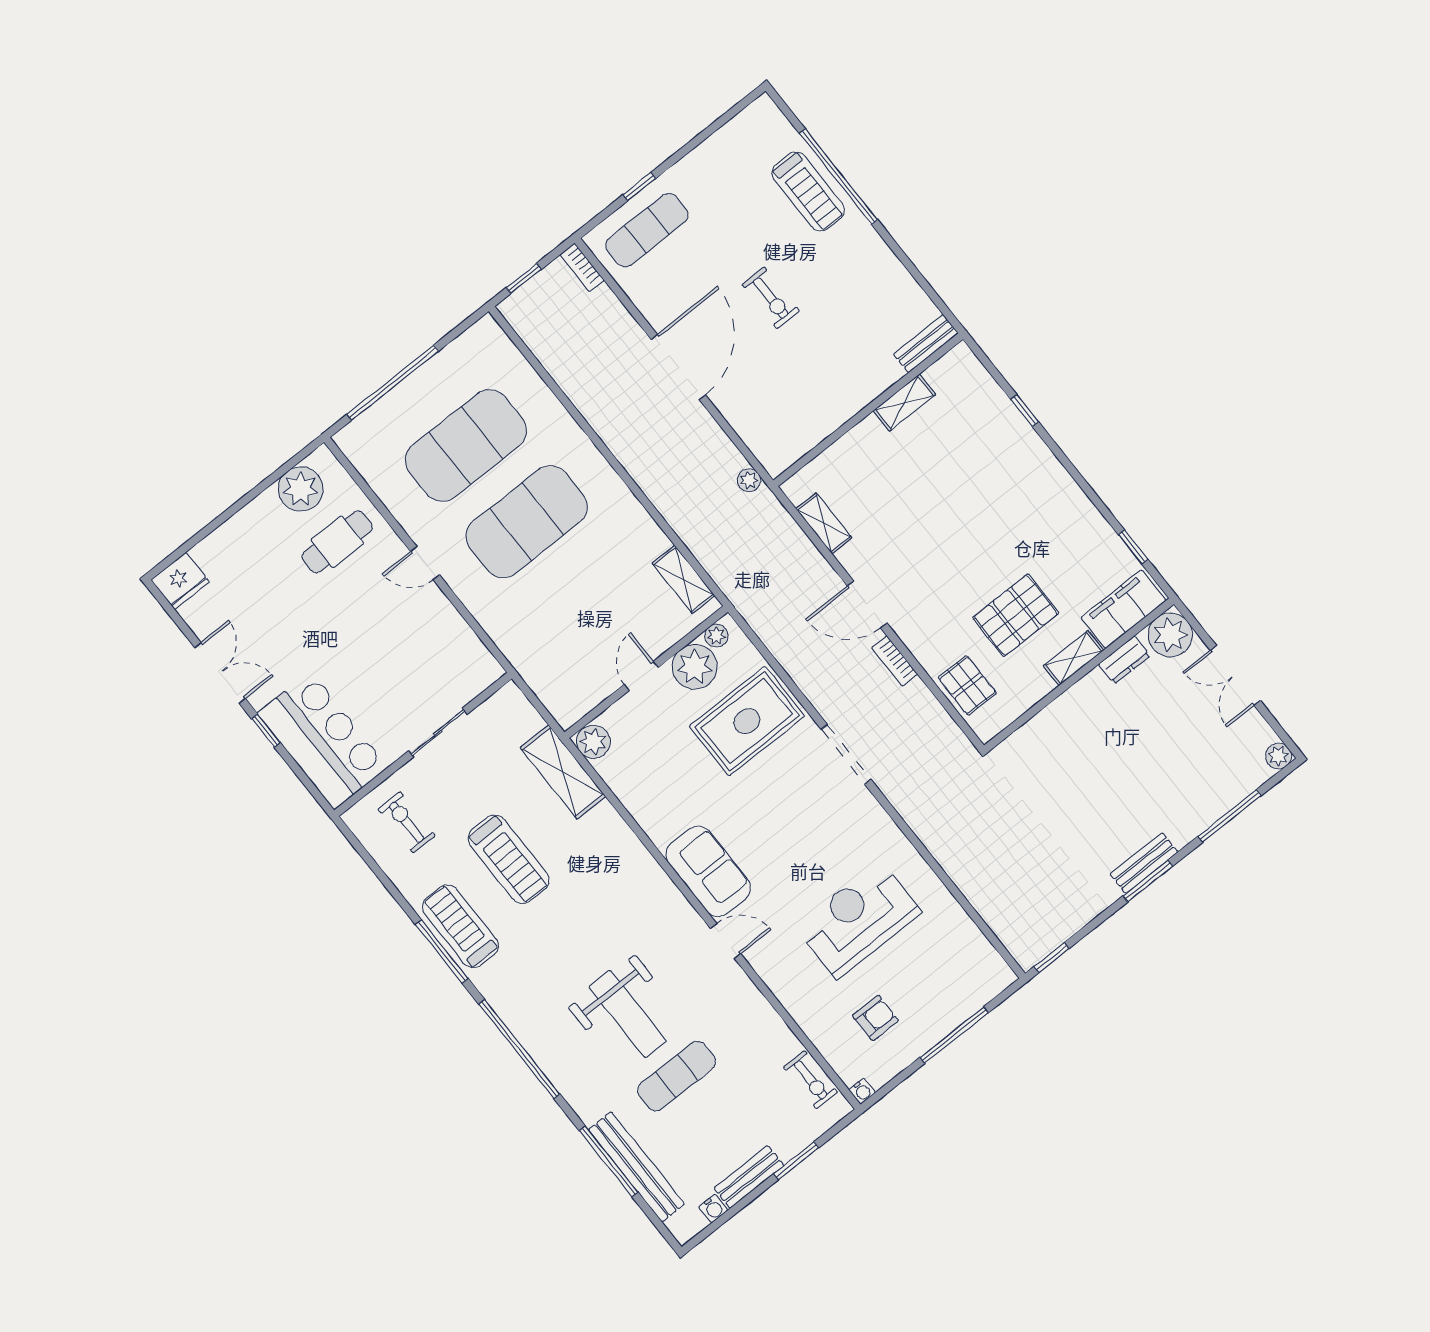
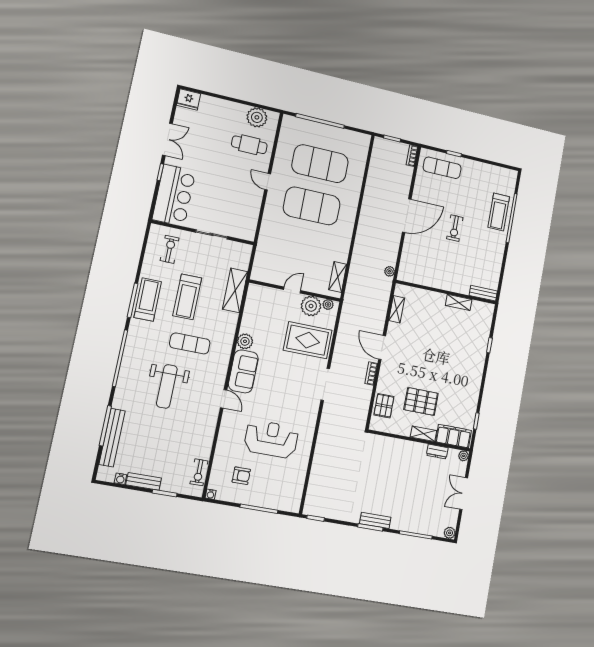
plant: (1170, 635) -> (464, 456), width x0.53, depth x0.53
plant: (593, 742) -> (245, 341), moved
exercise mat: (677, 1076) -> (190, 343), moved

